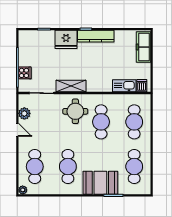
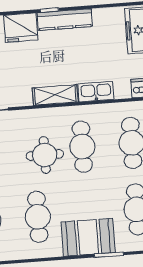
shelving: (71, 86) -> (55, 95), moved
kitchen sink: (124, 86) -> (96, 92), moved
round table: (75, 111) -> (45, 155), moved

